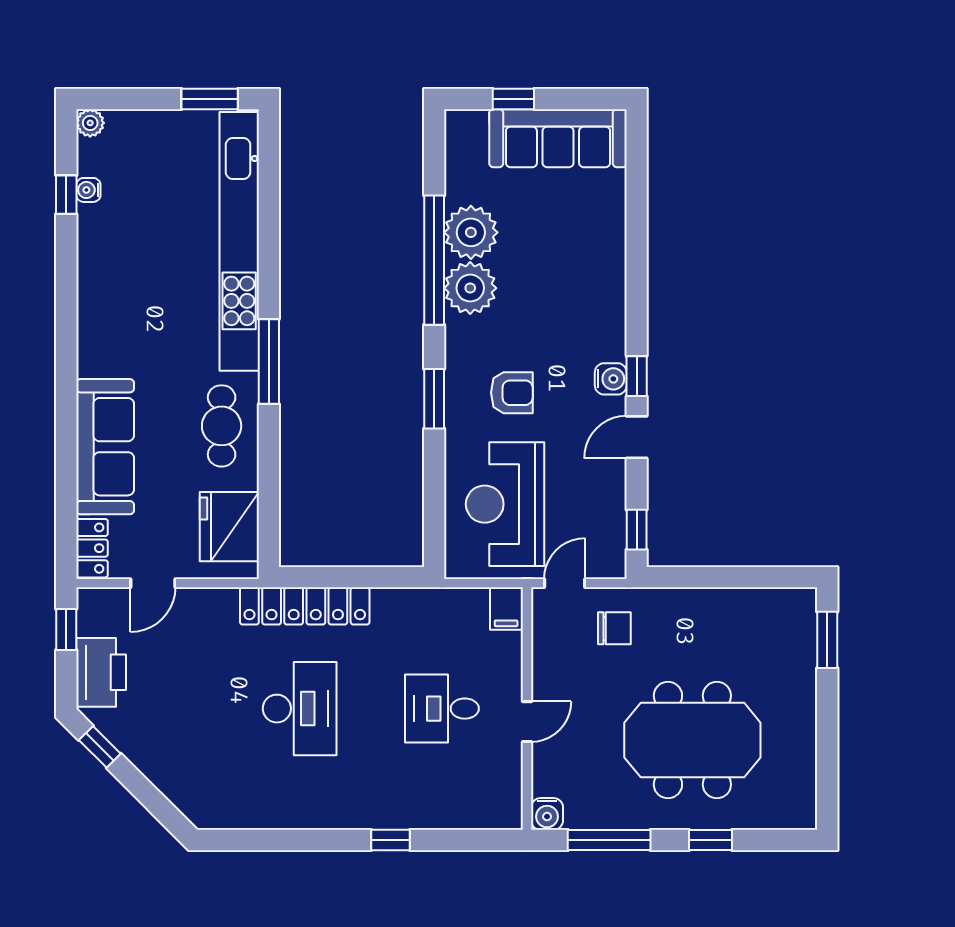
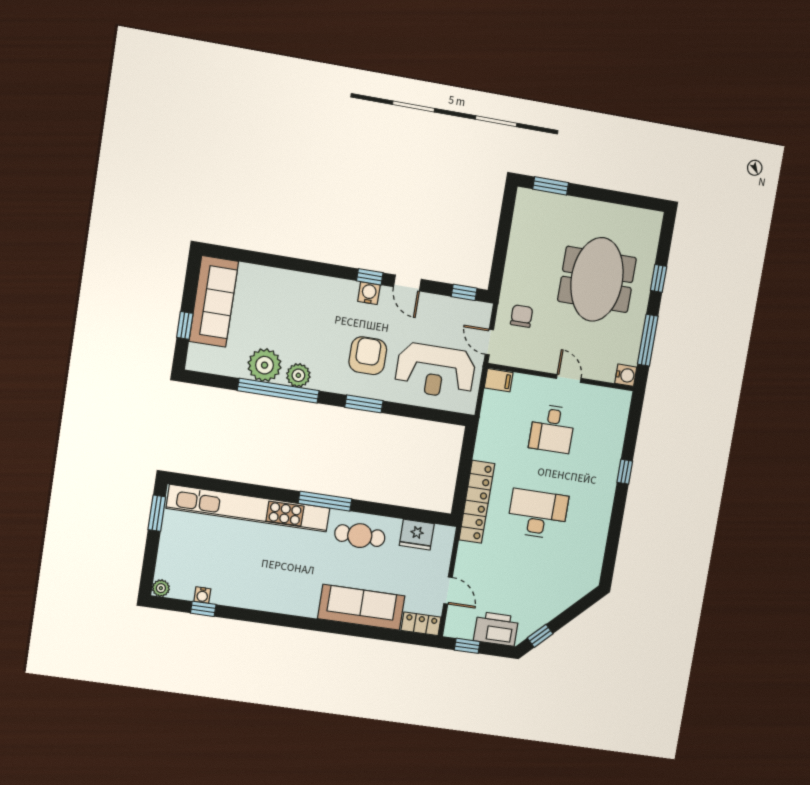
plant: (470, 288) -> (298, 375), width x0.73, depth x0.73
armchair: (512, 393) -> (368, 356), width x1.38, depth x1.38
fridge: (229, 527) -> (417, 535), width x0.73, depth x0.75

